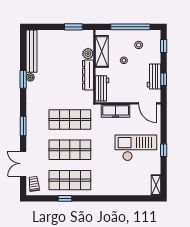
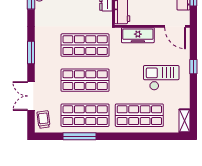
checkout: (136, 148) -> (161, 78), width x0.73, depth x0.83
window: (164, 150) -> (193, 67), moved
shop shelf: (117, 180) -> (139, 115), added
window: (65, 198) -> (79, 136), width x2.17

